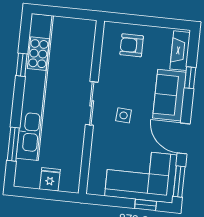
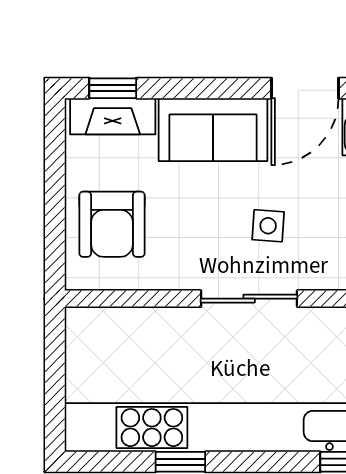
armchair: (132, 45) -> (112, 224), width x1.38, depth x1.38
window: (190, 78) -> (113, 88), moved

